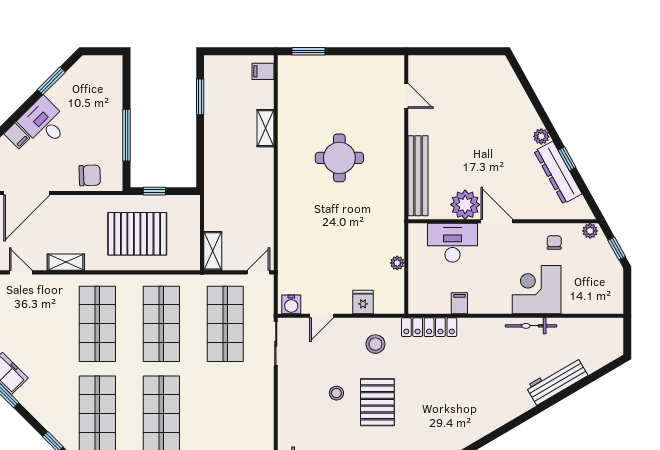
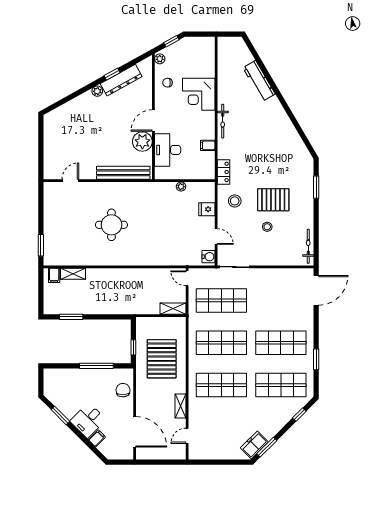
shelving: (265, 128) -> (73, 274), moved
bicycle: (531, 326) -> (223, 121), moved
locker: (429, 327) -> (224, 172), width x0.66

